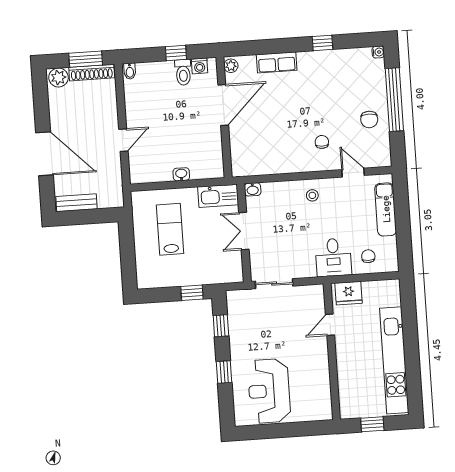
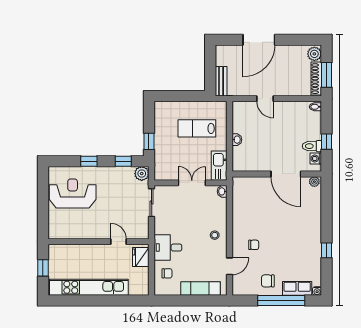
row of seats: (277, 62) -> (297, 288), moved, turned 90
bench: (76, 203) -> (221, 81), moved
lab bench: (170, 229) -> (197, 128), turned 180
plant: (236, 300) -> (142, 174), added

